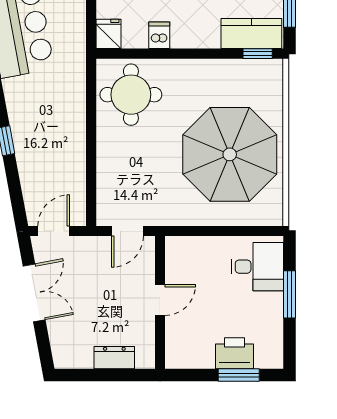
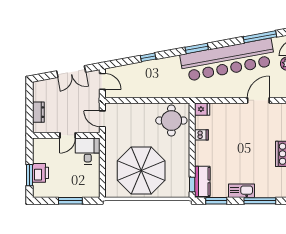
desk: (257, 267) -> (88, 151), moved, turned 180
door: (160, 300) -> (68, 135), hinge flipped

